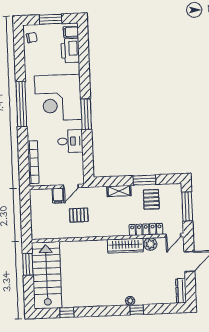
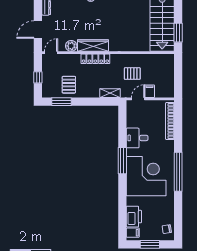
window: (144, 180) -> (61, 102), moved
shelving: (119, 191) -> (110, 93), moved
window: (187, 206) -> (38, 77), width x0.46
locker: (146, 229) -> (95, 59), moved

